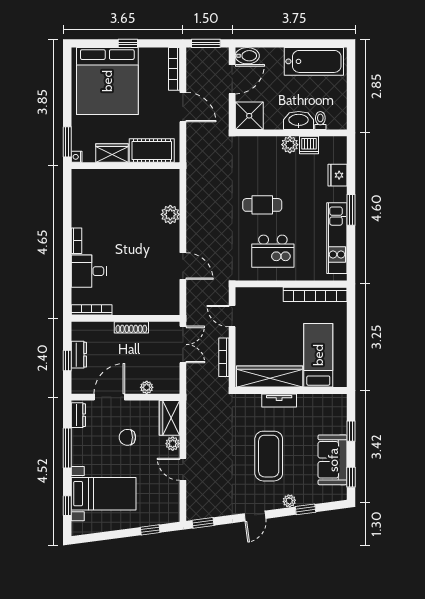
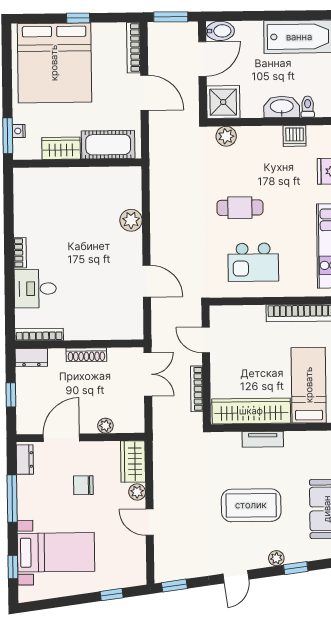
plant: (290, 145) -> (226, 136), moved
nightstand: (77, 157) -> (19, 131), moved
dresser: (79, 355) -> (31, 358), moved, turned 90
coffee table: (269, 456) -> (251, 505), turned 90

